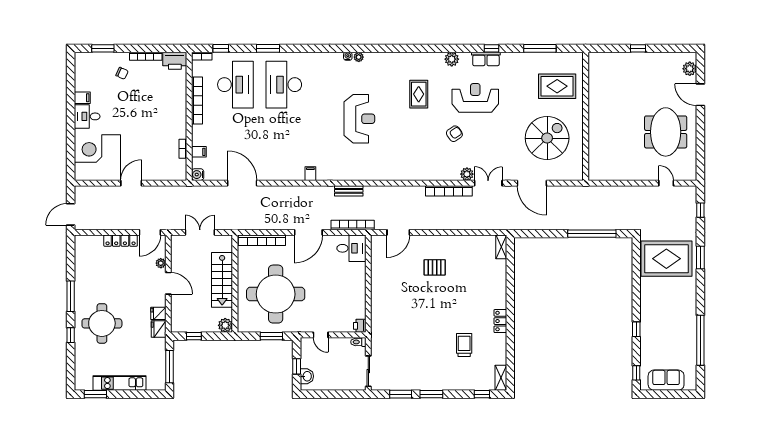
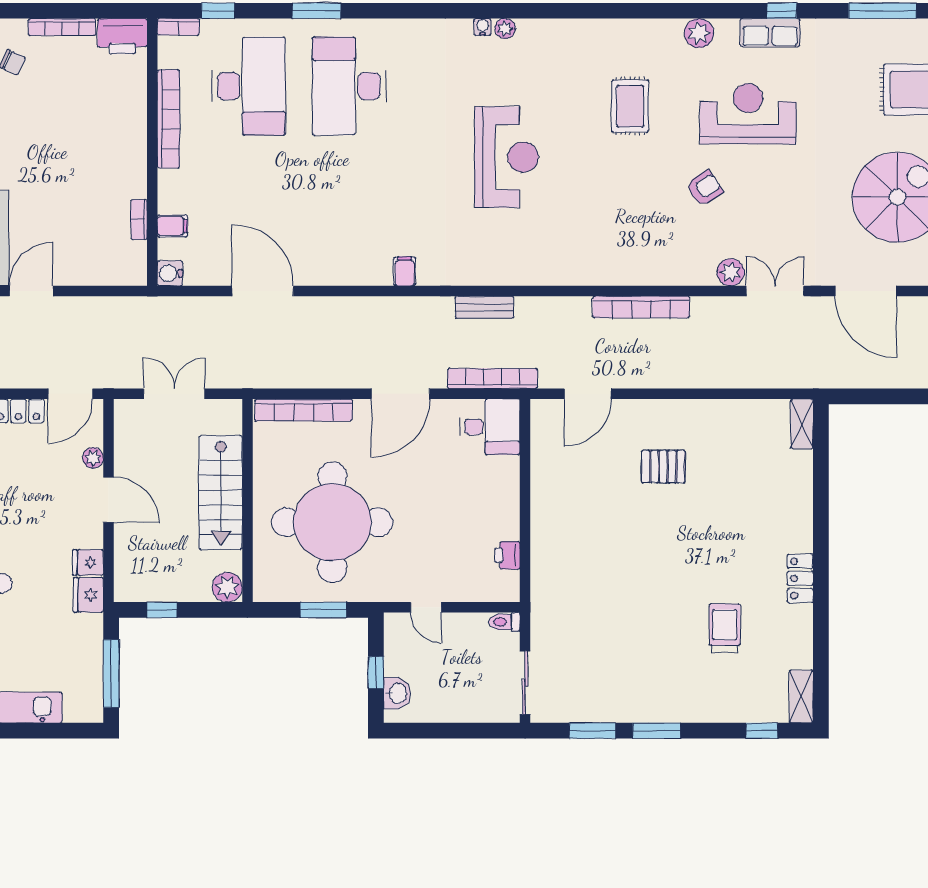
bookcase: (449, 191) -> (641, 307), moved
printer: (360, 326) -> (507, 555), moved

